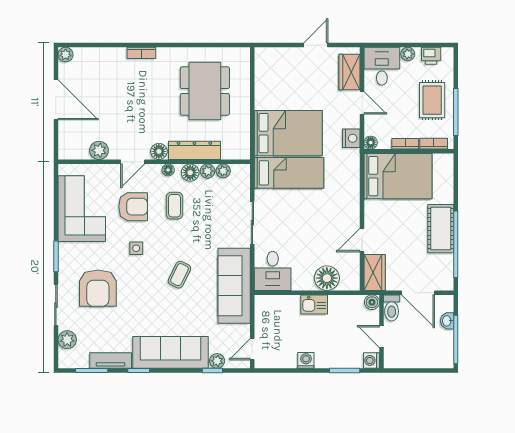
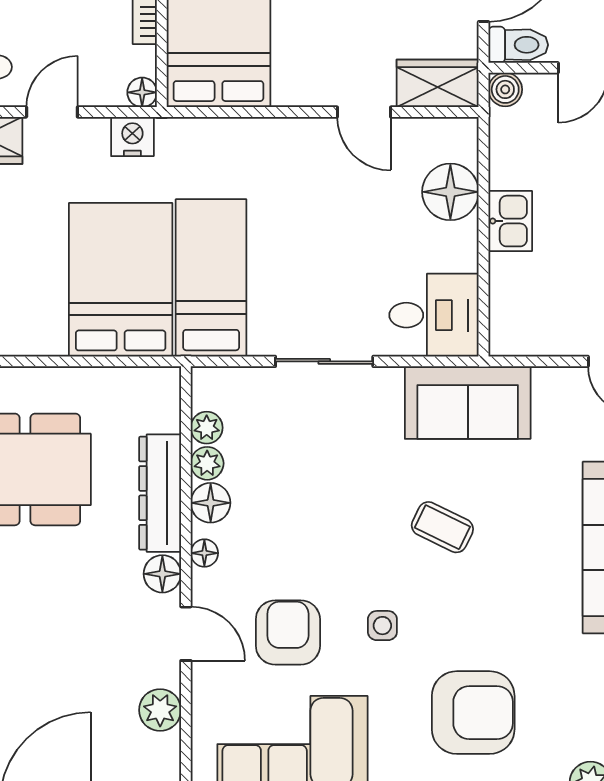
coffee table: (174, 206) -> (286, 538), removed
sofa: (234, 286) -> (468, 403), width x0.73

